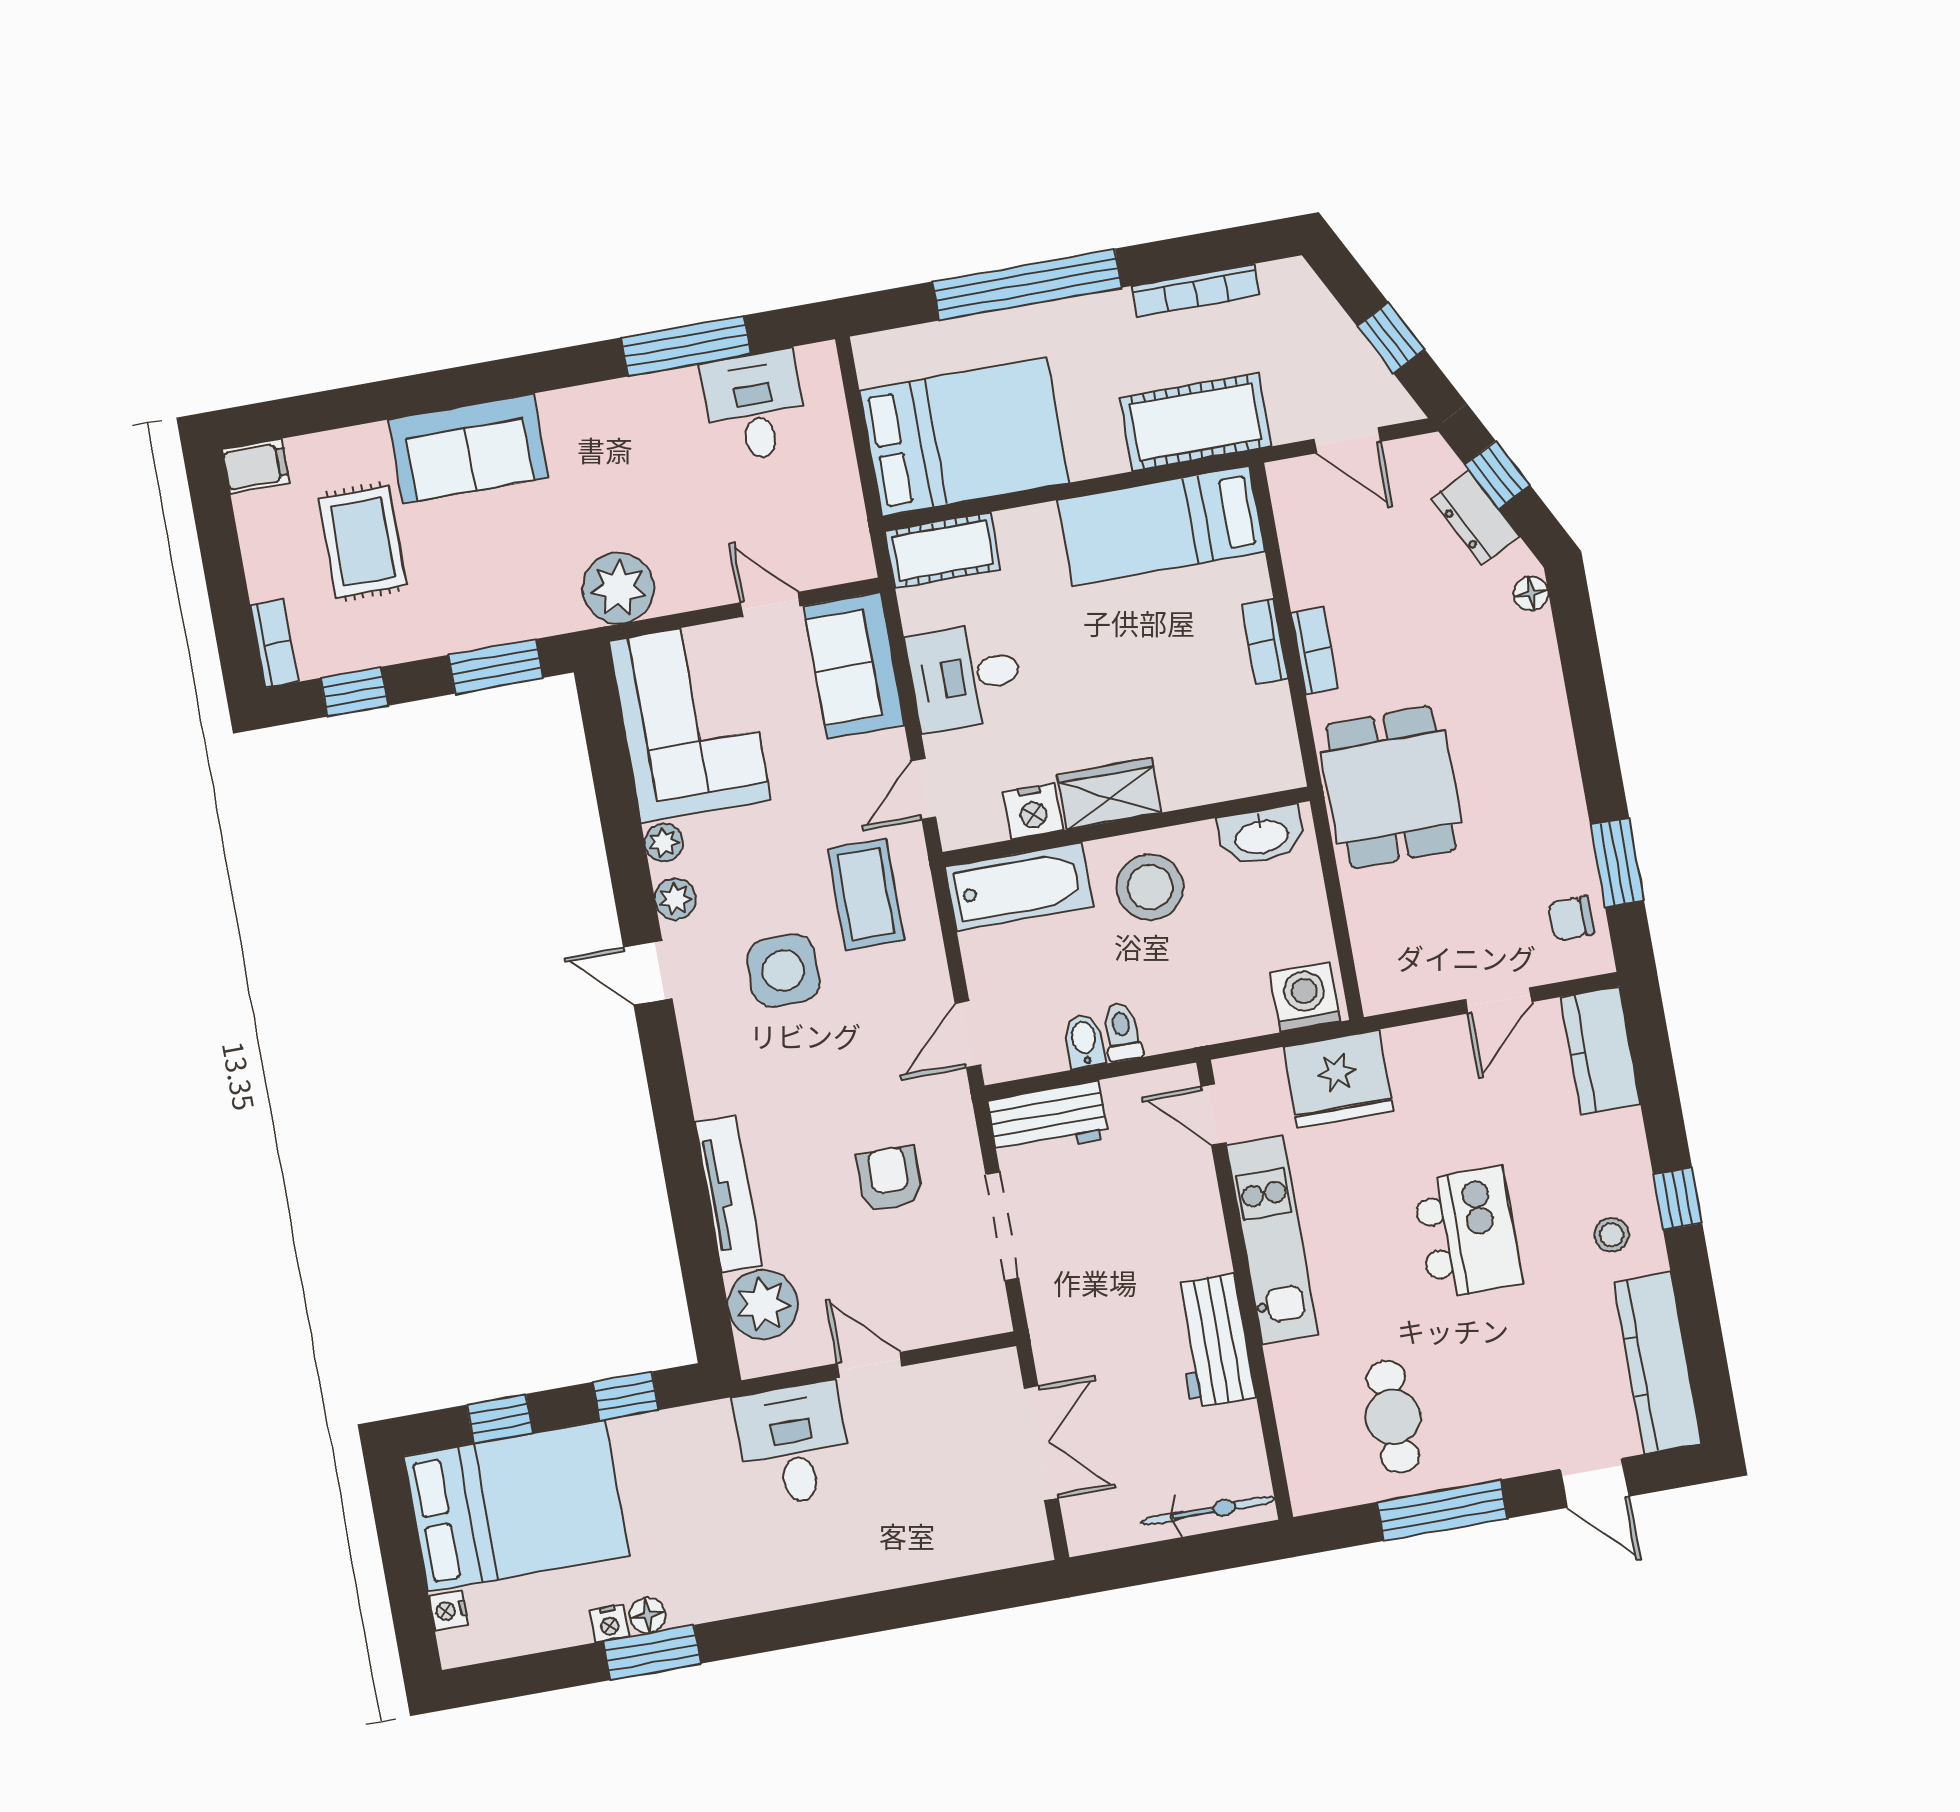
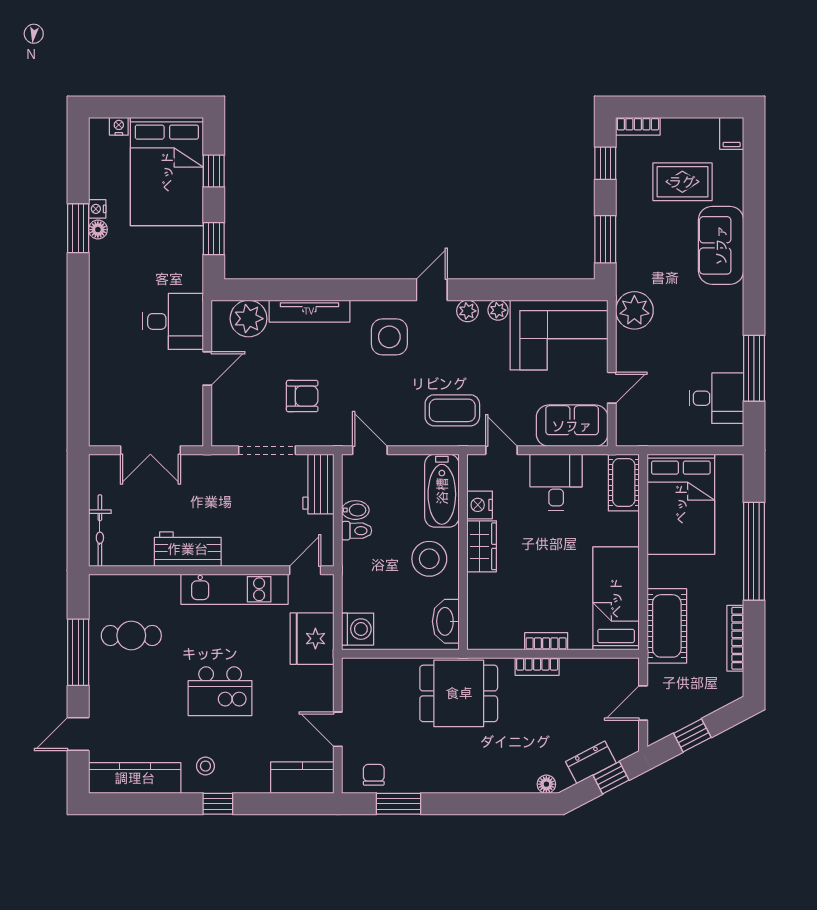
side table: (783, 971) -> (389, 337), moved

